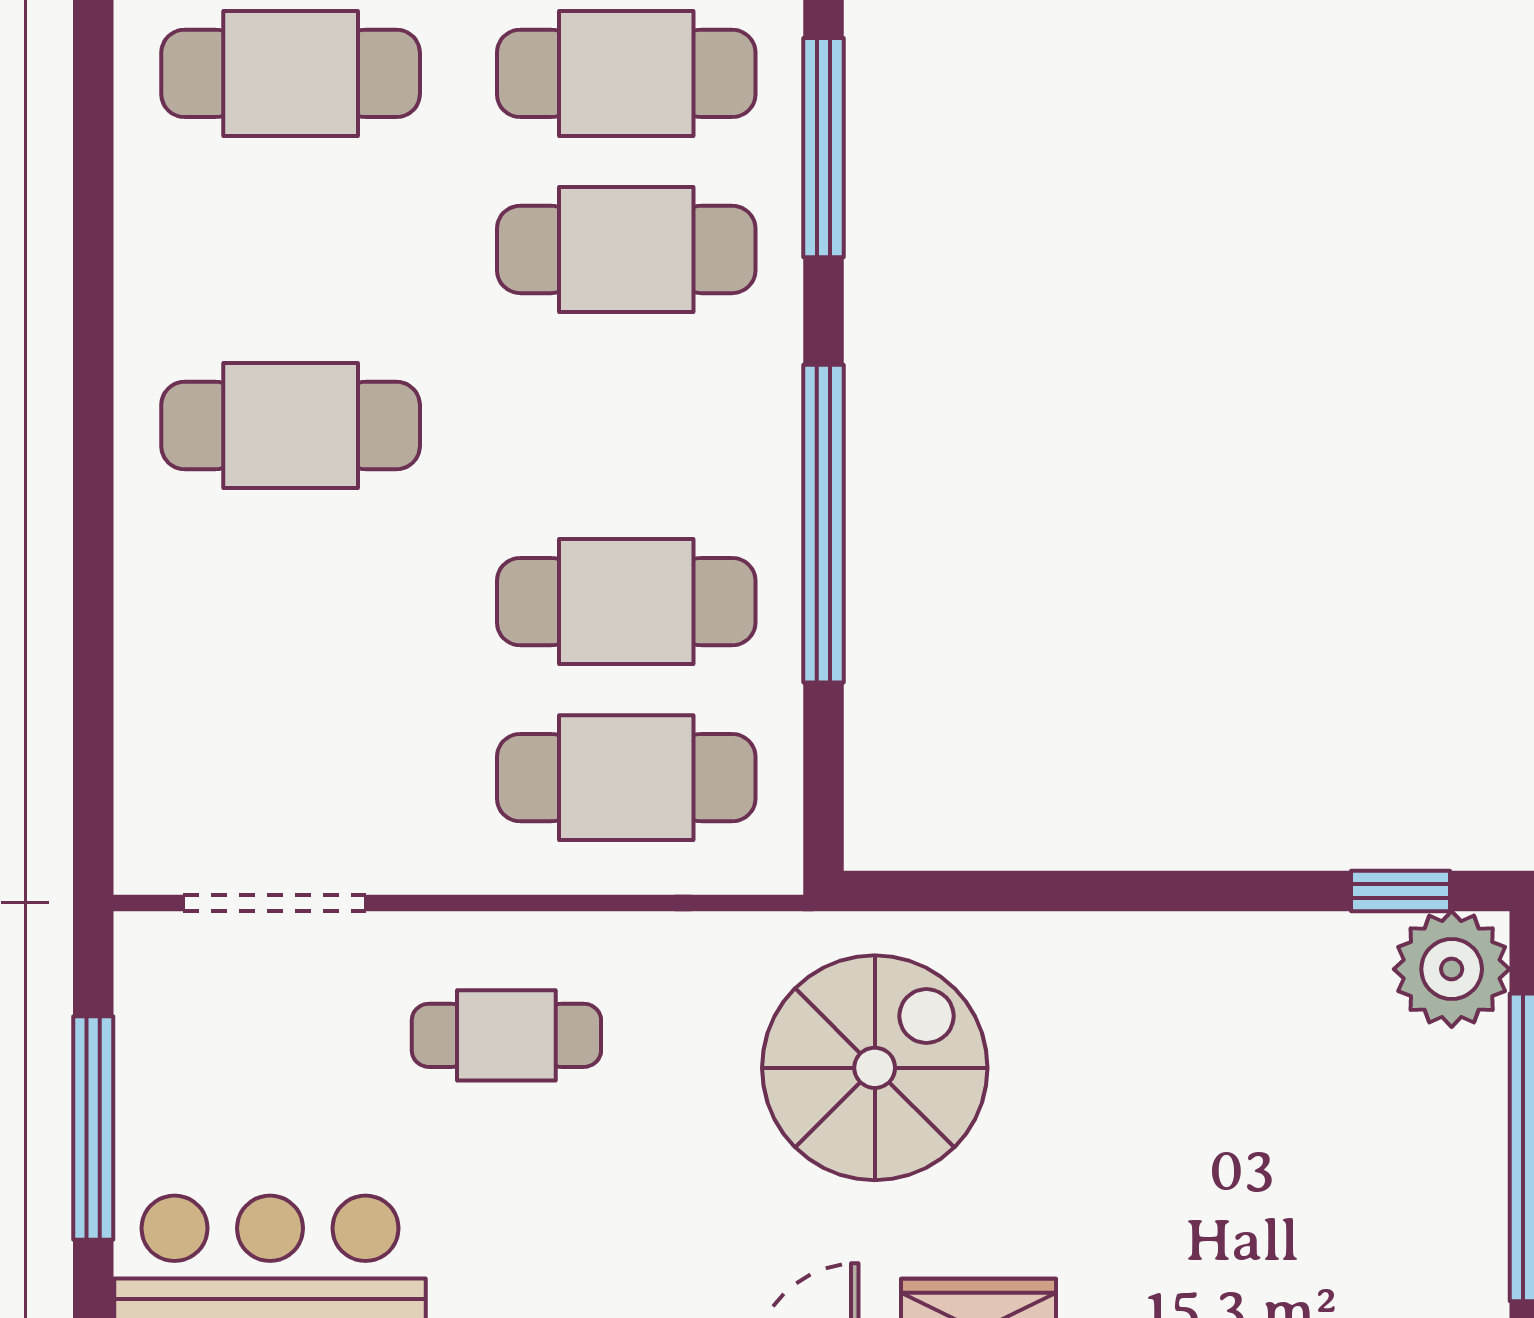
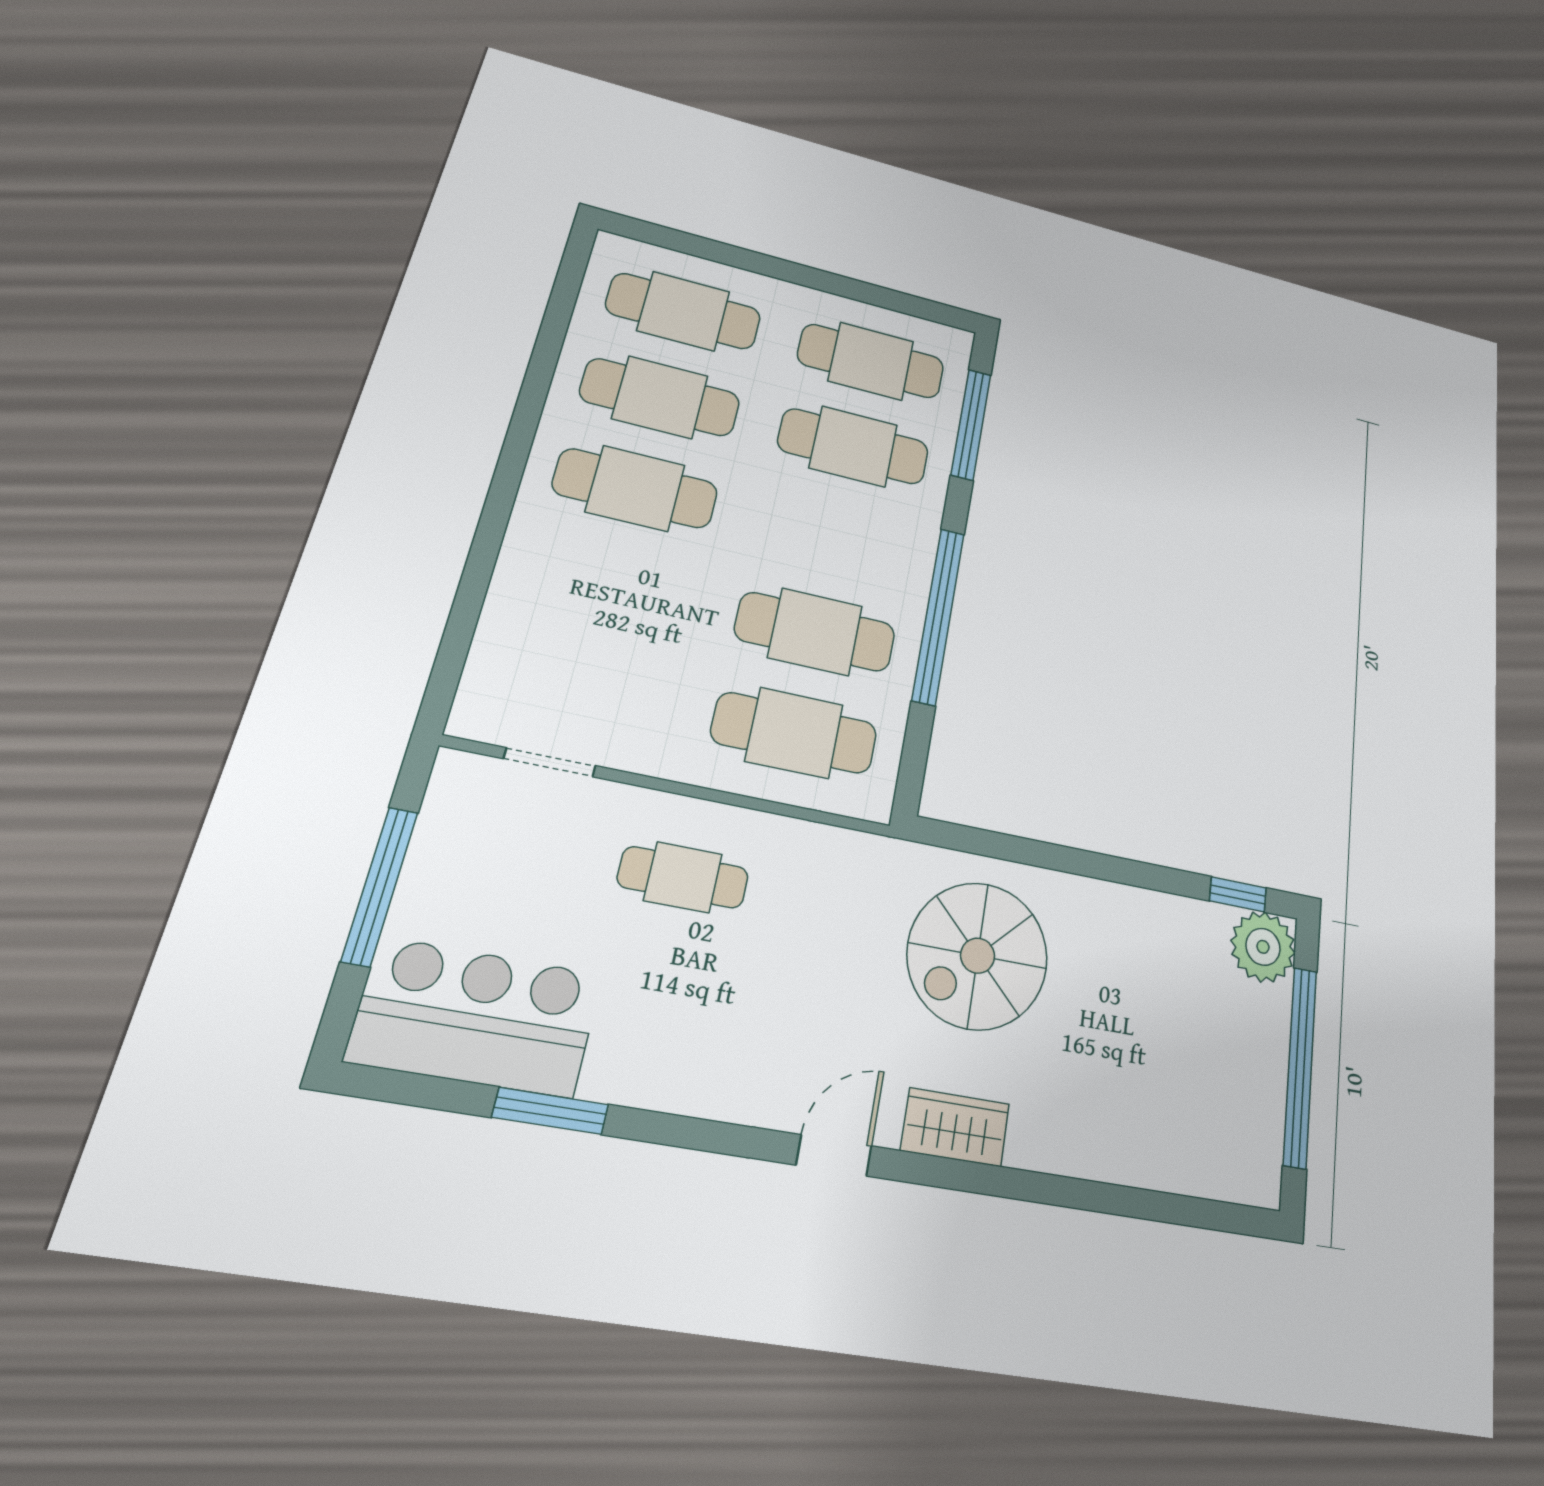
cafe table: (291, 249) -> (660, 397), added
doorway: (274, 903) -> (550, 762), width x0.73
spiral stairs: (875, 1068) -> (978, 956), moved, turned 180

